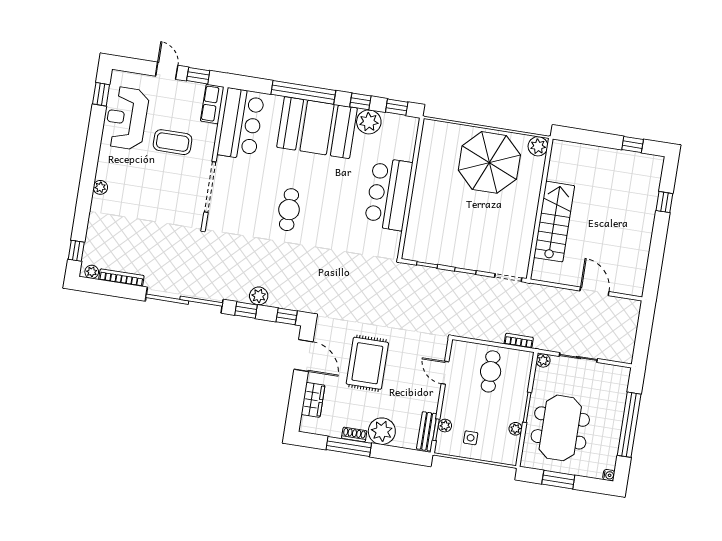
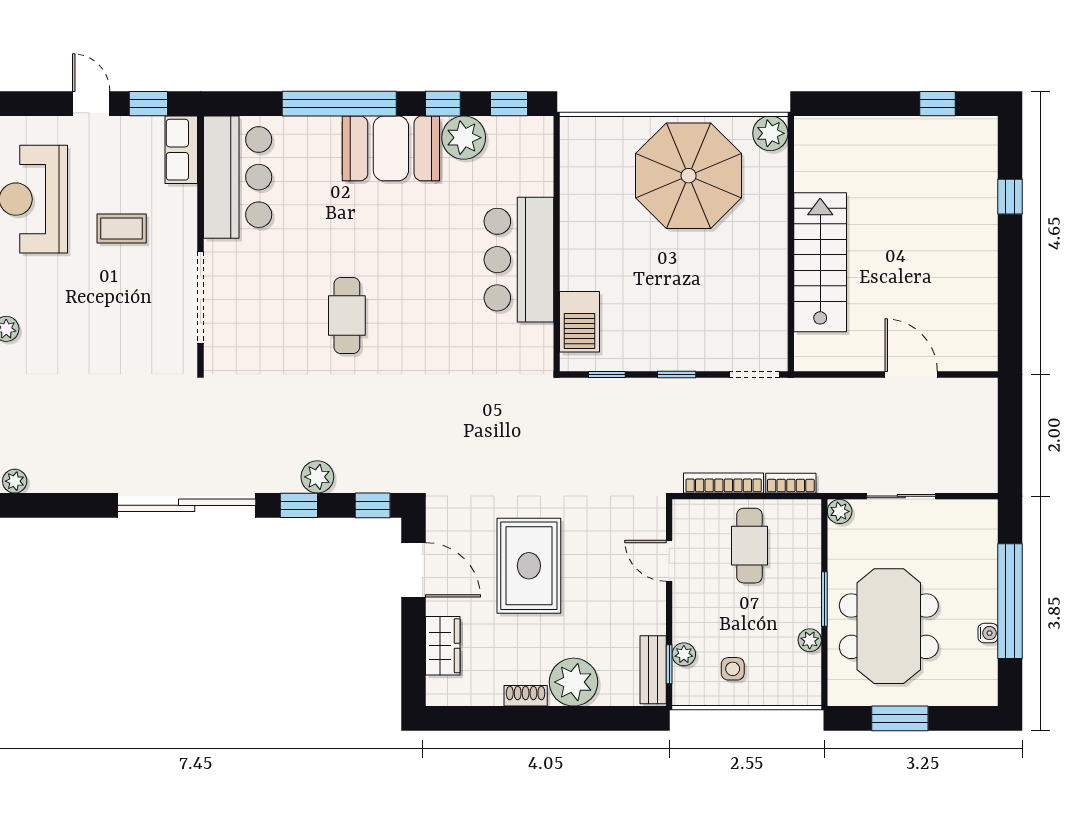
booth: (317, 128) -> (391, 148), width x0.73, depth x0.70
coffee table: (173, 142) -> (122, 228), width x0.73, depth x0.77
barbecue: (416, 233) -> (579, 322), added
bookcase: (121, 278) -> (724, 483), moved
window: (349, 446) -> (519, 718), removed
water cooler: (609, 475) -> (988, 633), moved

